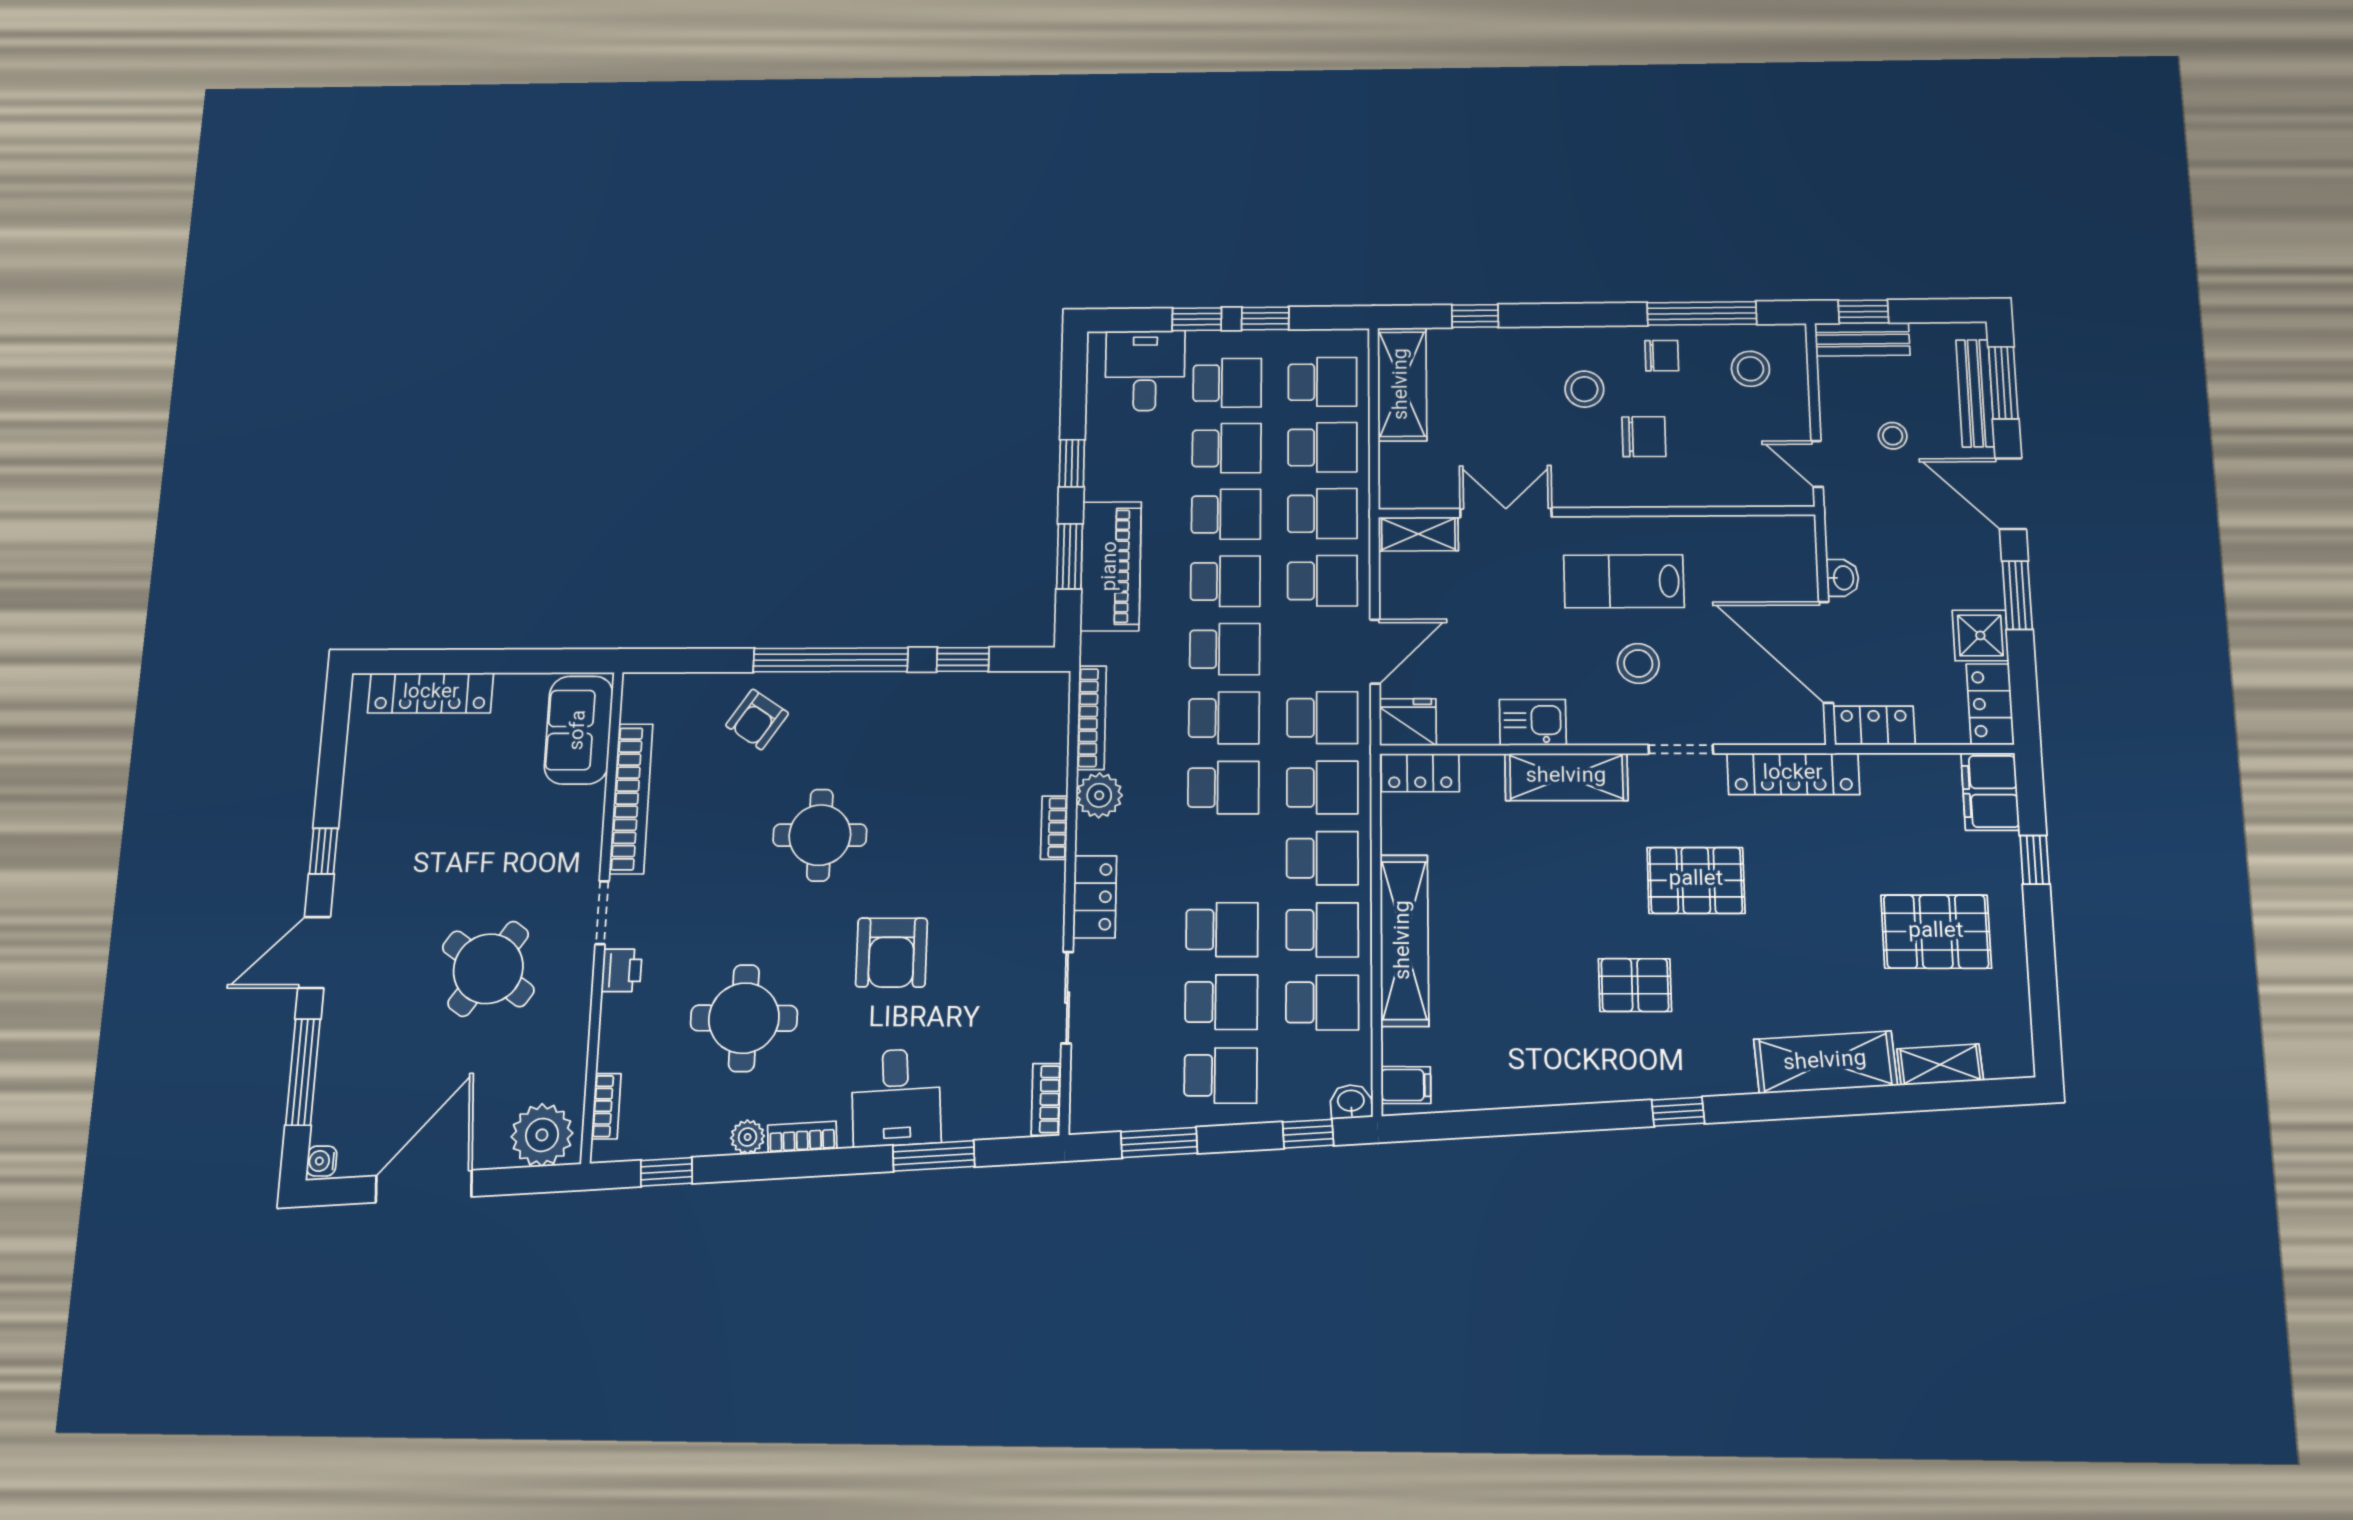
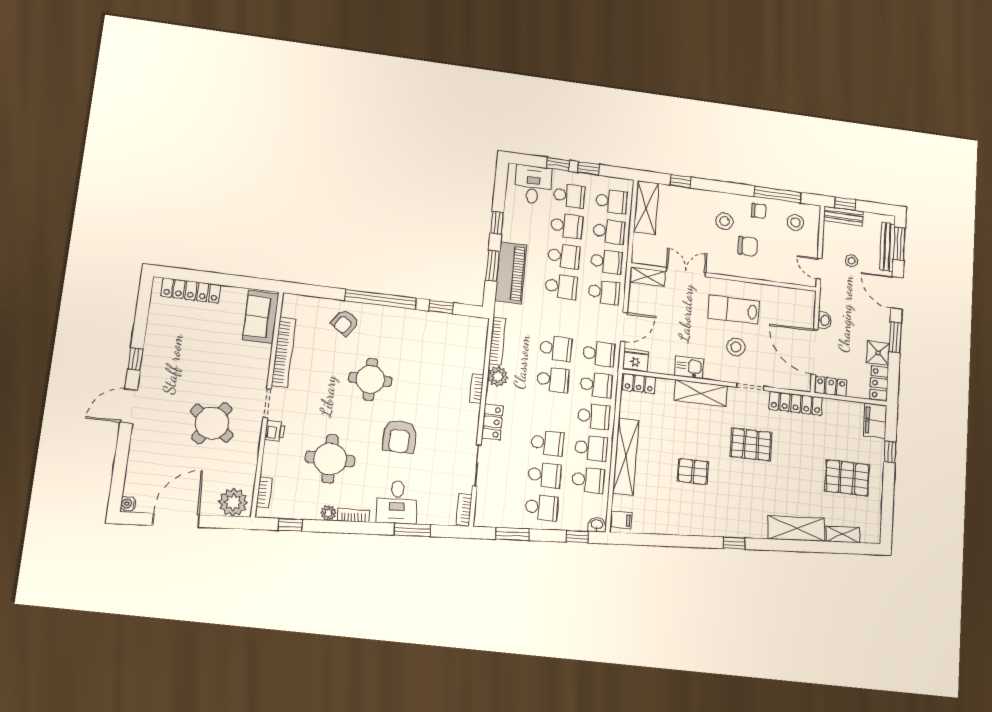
school desk: (1225, 649) -> (558, 317), removed
pallet: (1635, 985) -> (693, 471), moved
window: (303, 1072) -> (121, 461), removed

